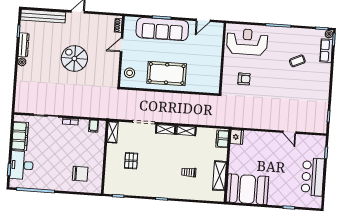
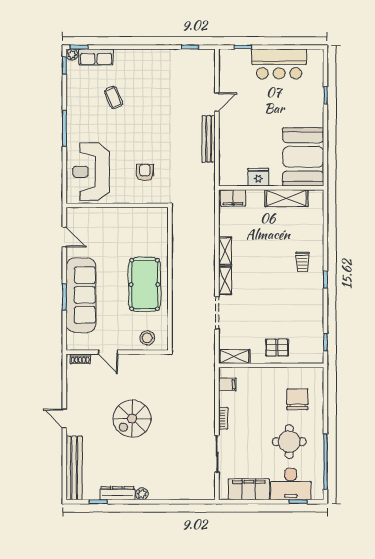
bench: (264, 125) -> (209, 139), added
fridge: (237, 137) -> (258, 177), moved
pallet: (131, 161) -> (277, 348), moved
round table: (51, 166) -> (289, 442), added
trolley: (189, 172) -> (302, 262), moved

